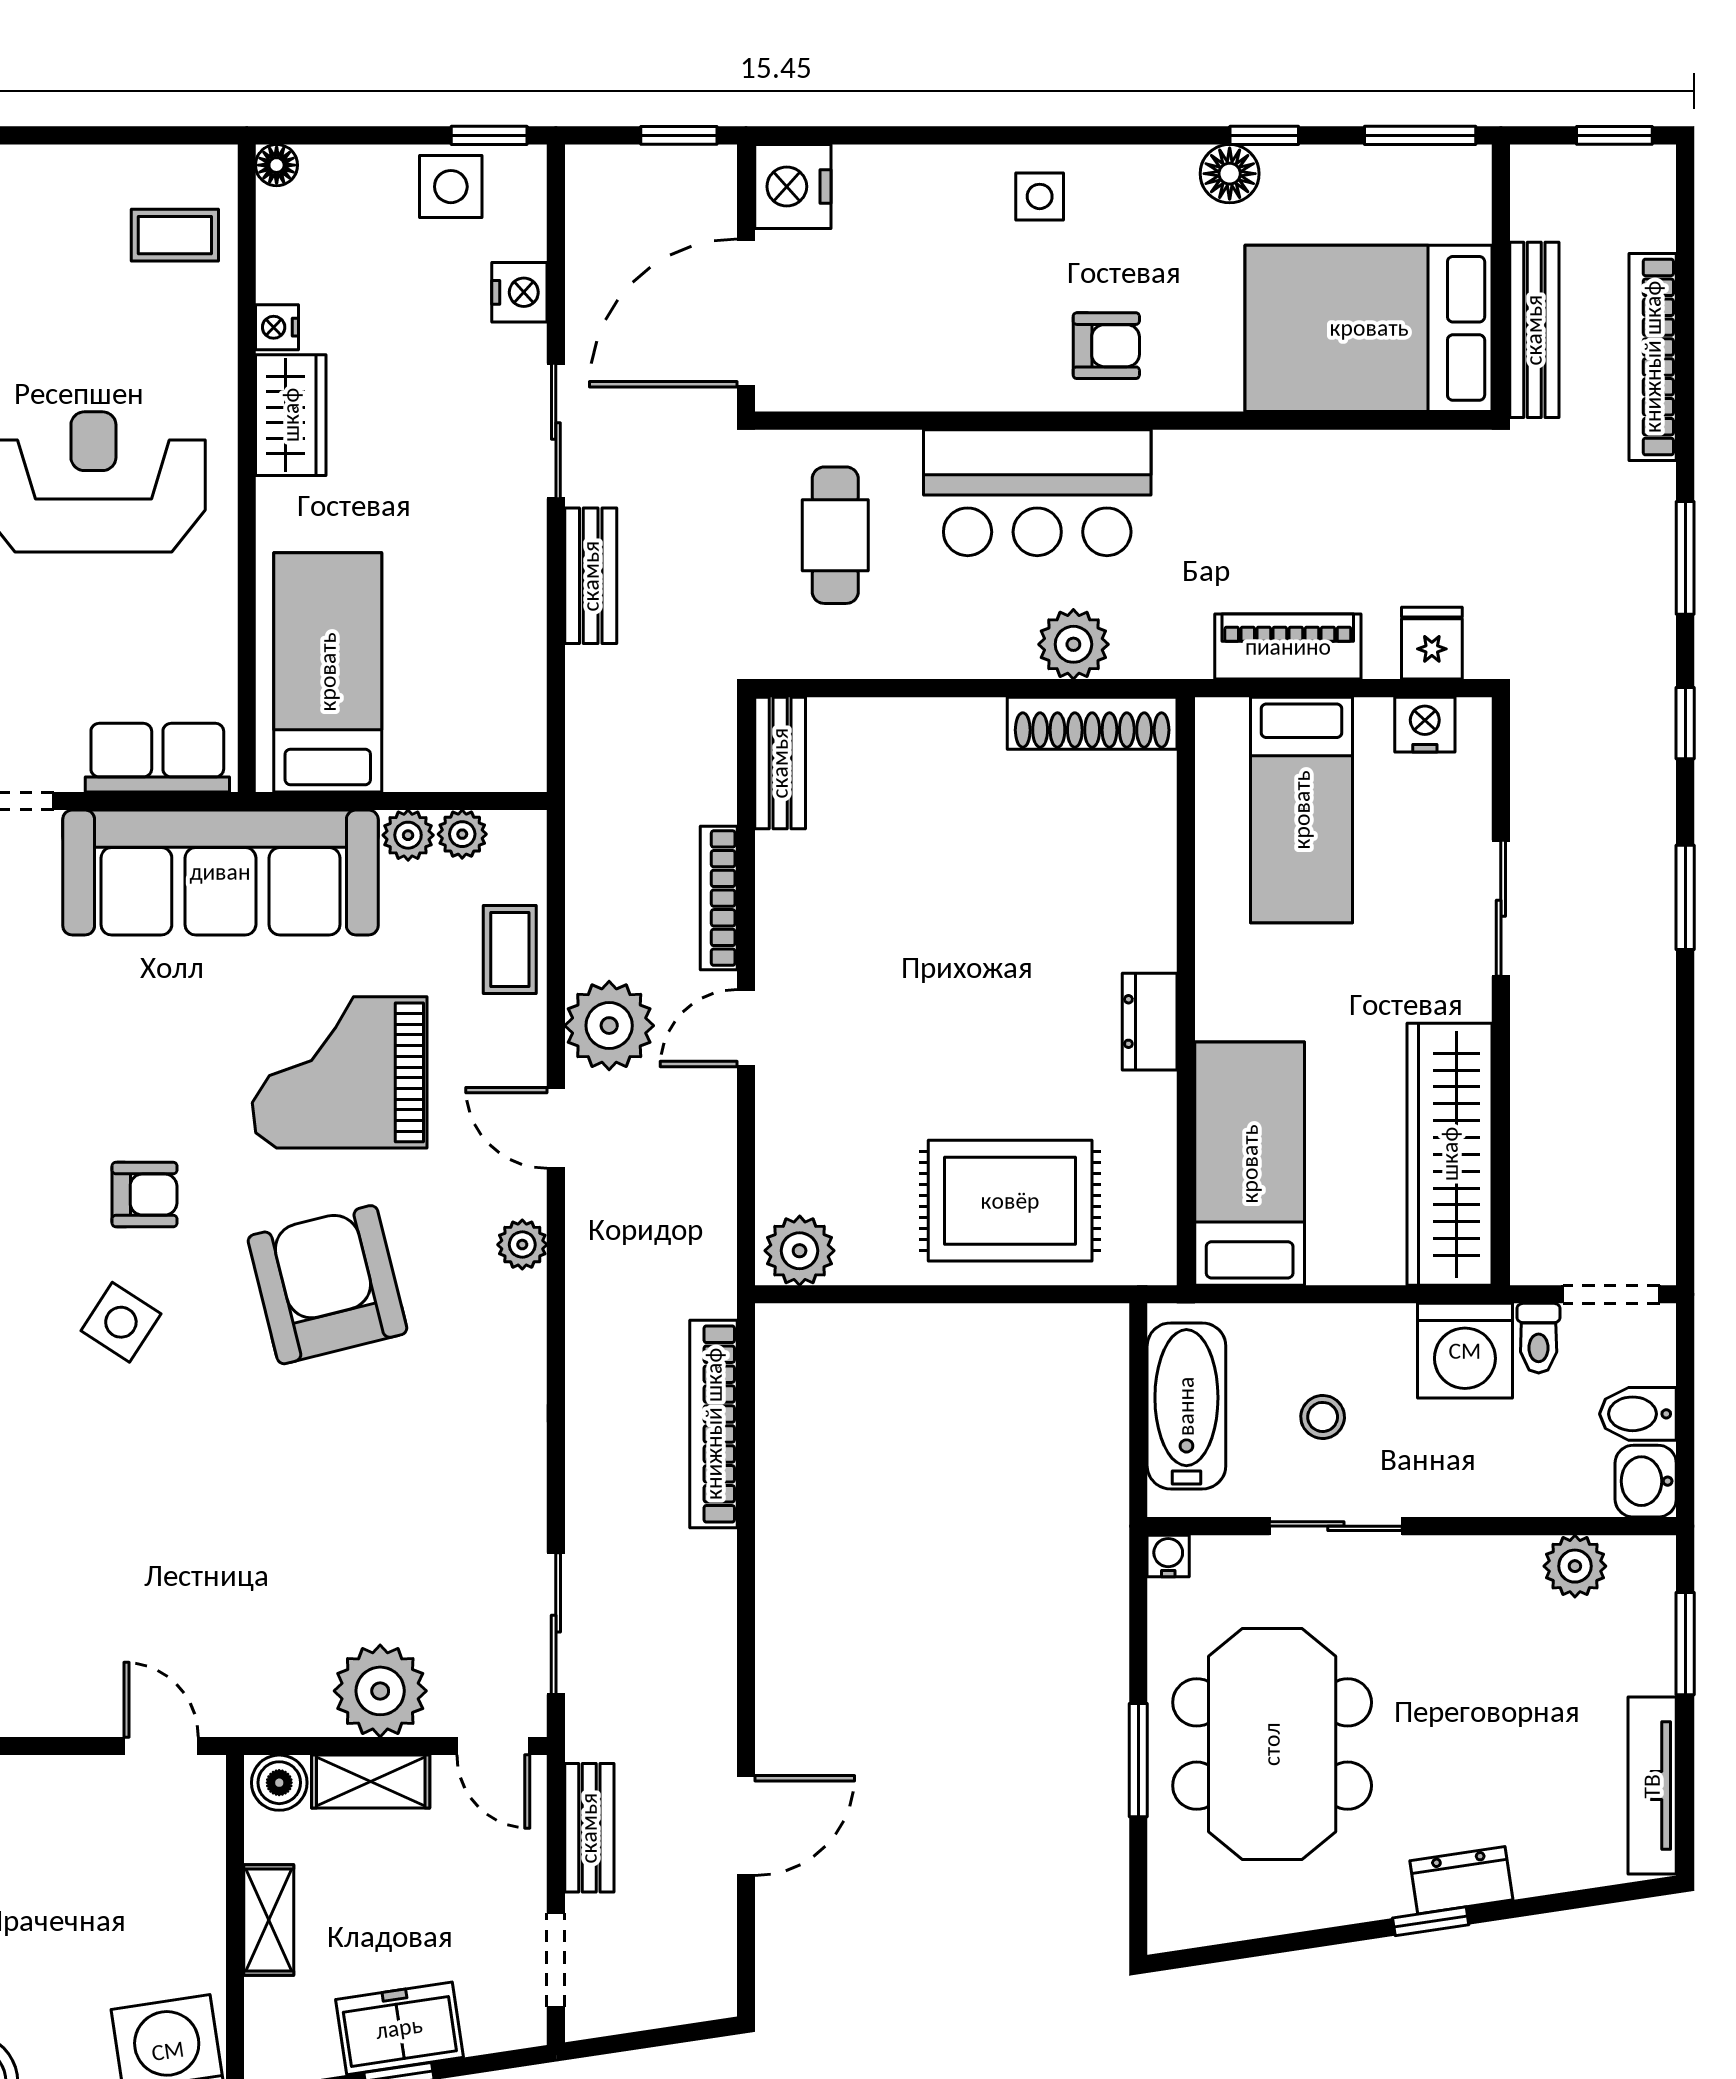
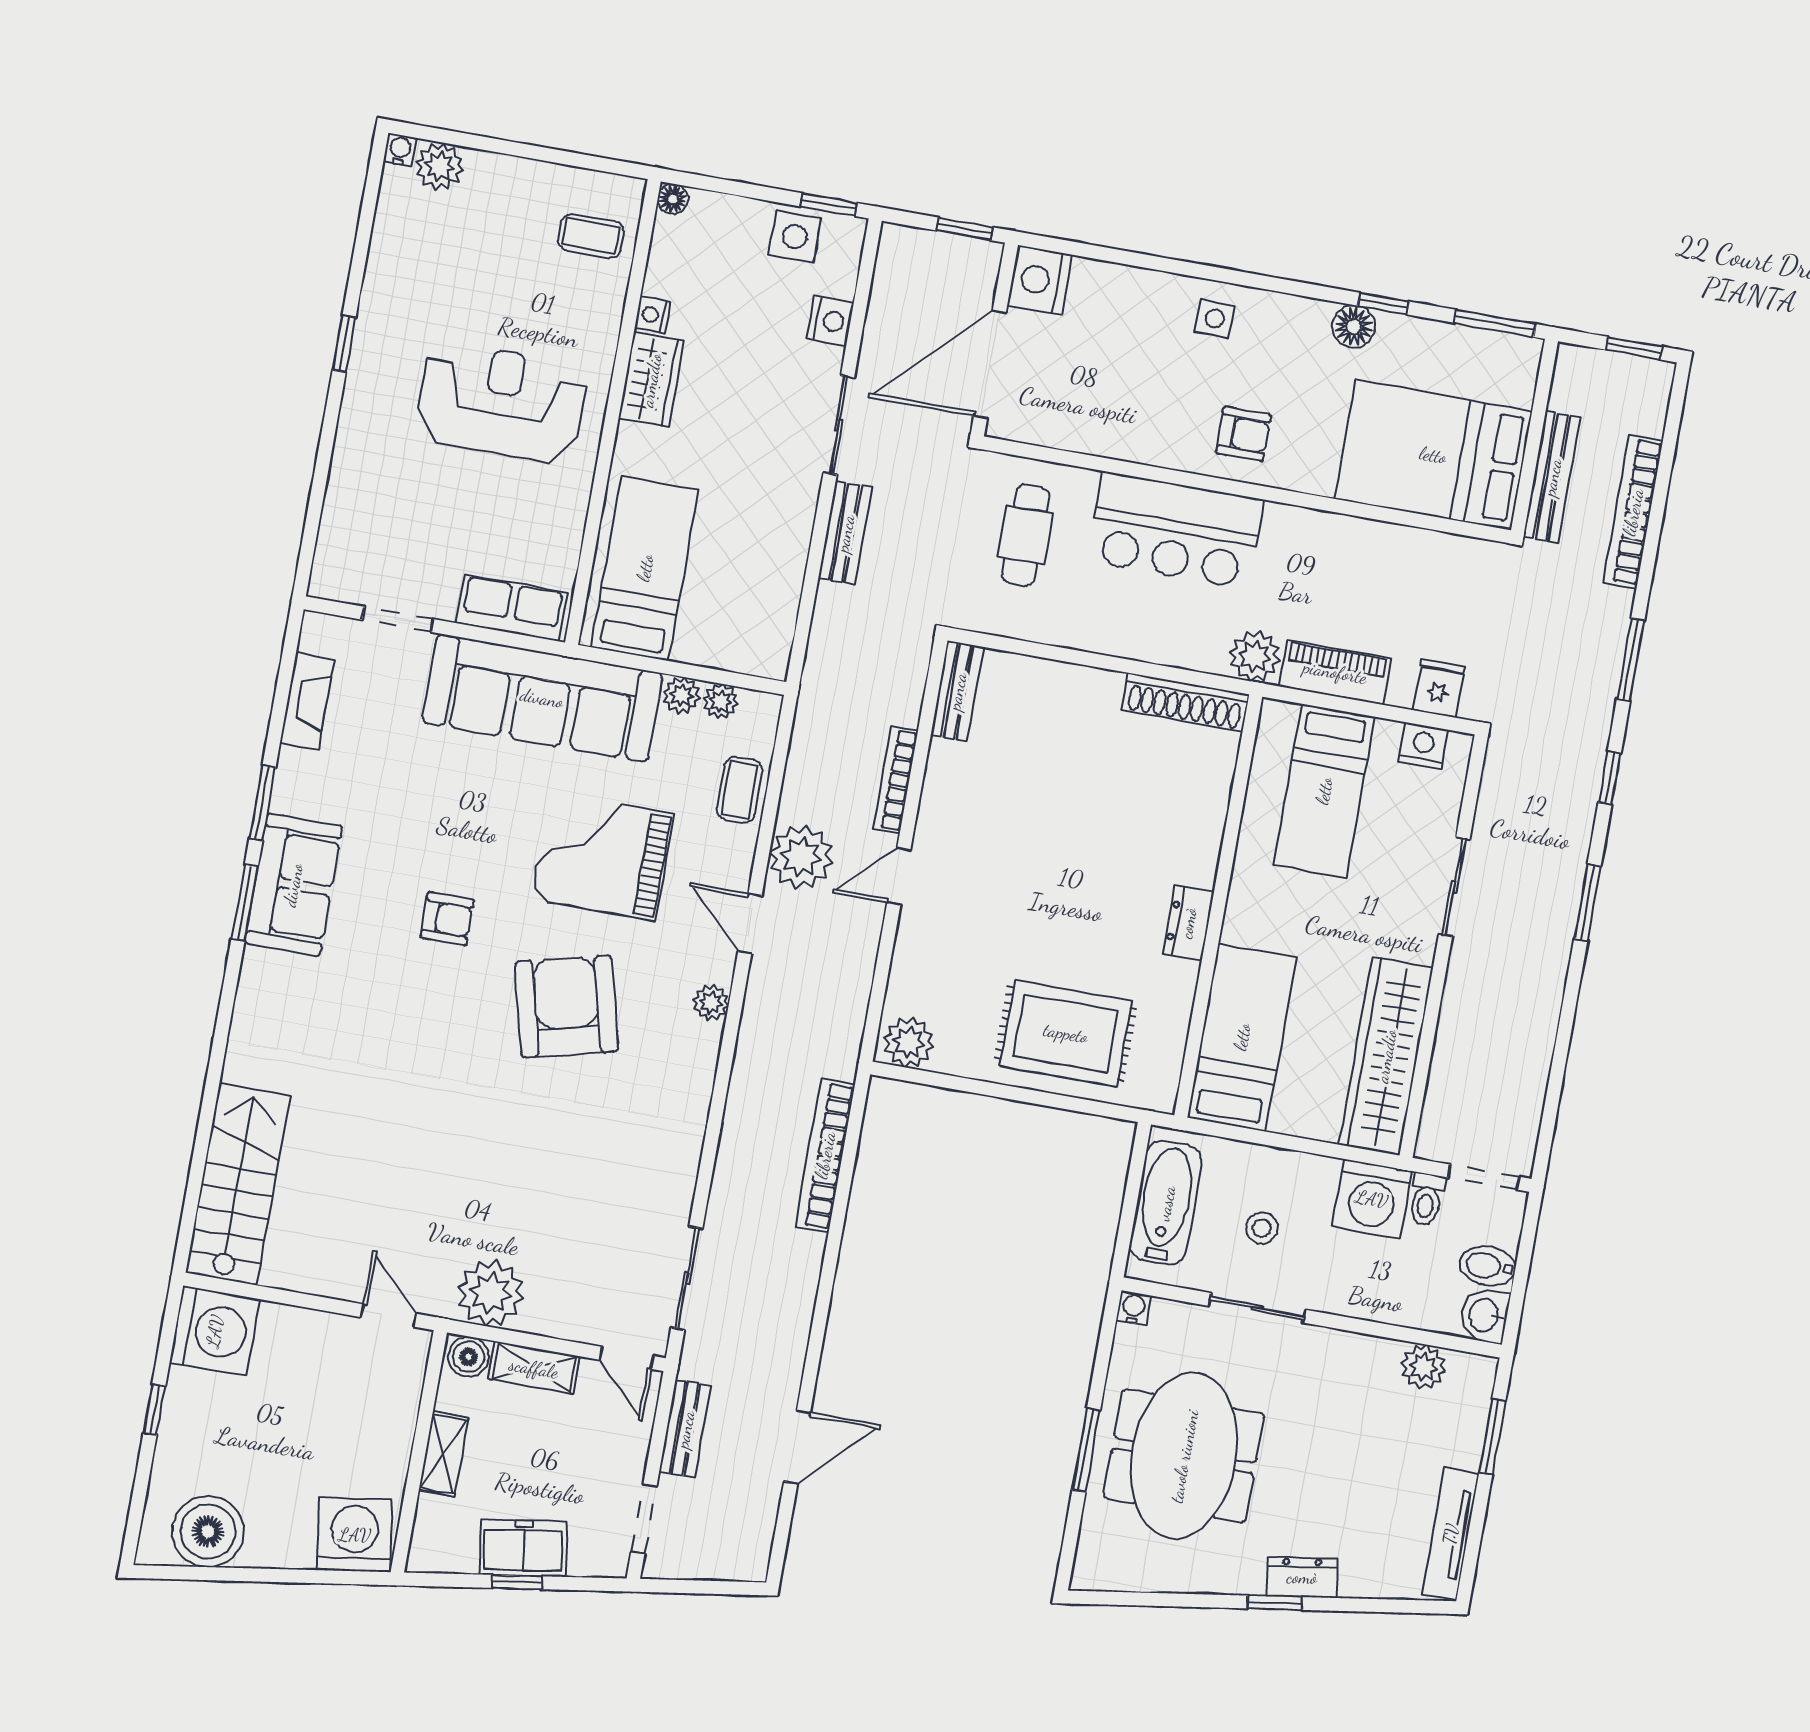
plant: (1073, 644) -> (1255, 656), moved
side table: (121, 1322) -> (414, 1007), removed
plant: (380, 1691) -> (491, 1293), moved

